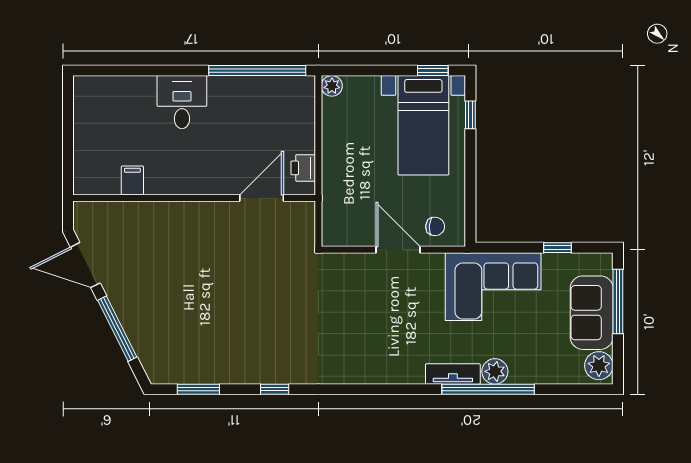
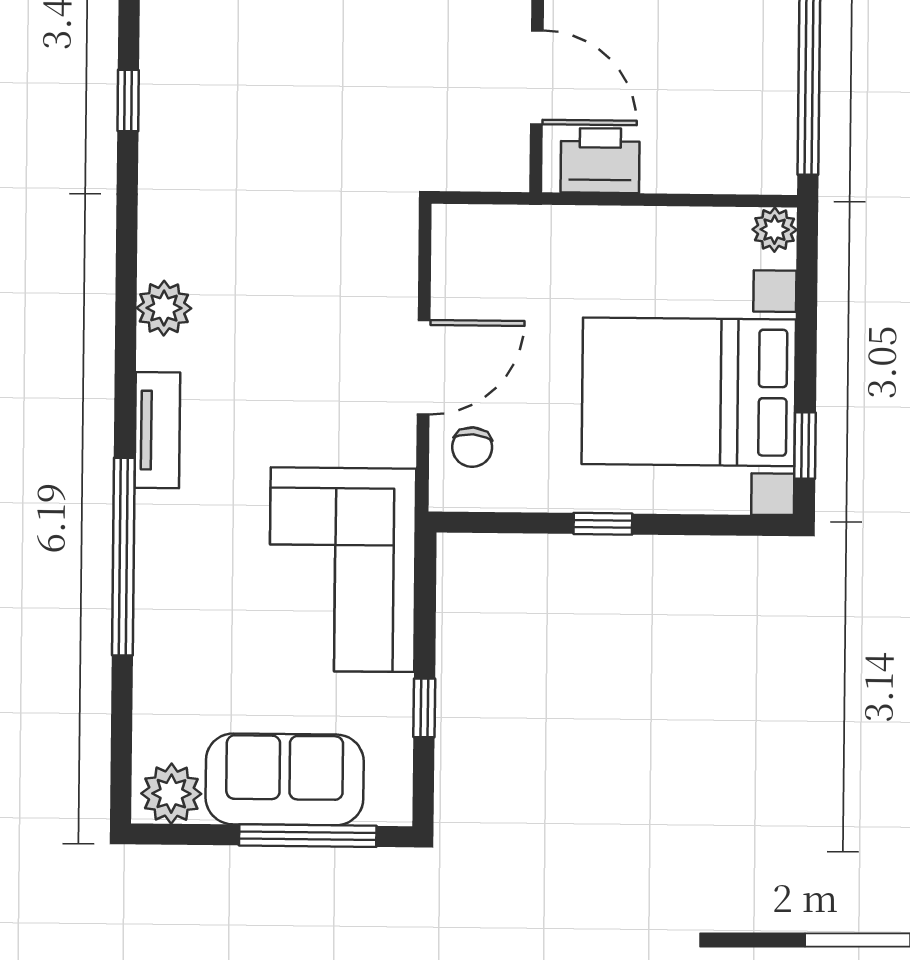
window: (470, 115) -> (603, 524), moved
bed with nightstands: (423, 125) -> (689, 392), width x1.36
printer: (303, 168) -> (600, 161), width x1.36, depth x1.24
plant: (495, 371) -> (164, 308), moved
tv unit: (453, 374) -> (157, 430), moved

